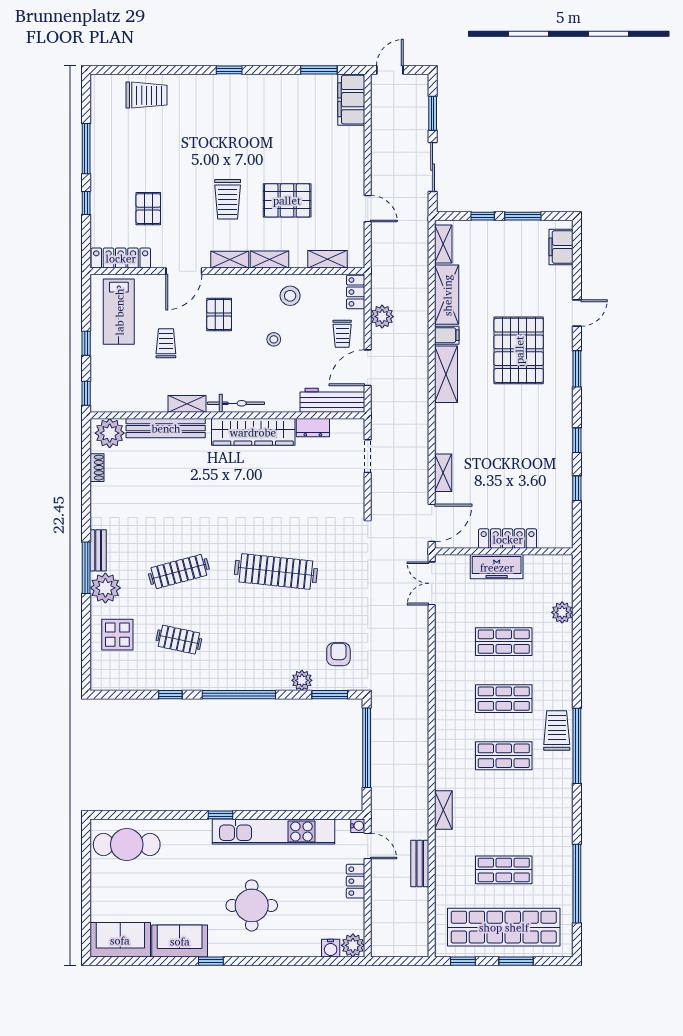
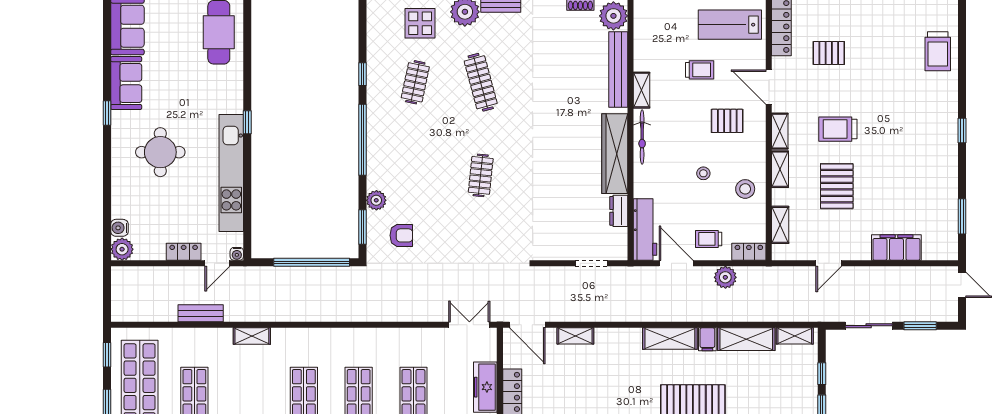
filing cabinet: (351, 100) -> (896, 248), moved
clothes rail: (276, 571) -> (481, 175), width x0.54, depth x0.76

